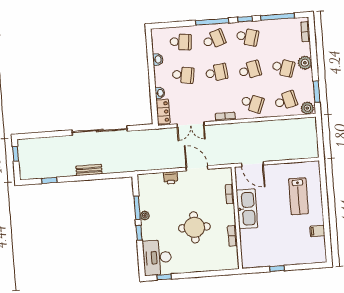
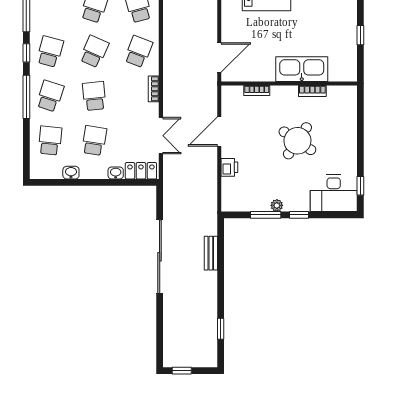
school desk: (214, 39) -> (50, 96), turned 36
school desk: (250, 70) -> (94, 52), turned 36
bench: (89, 170) -> (211, 253), moved
kitchen sink: (247, 209) -> (302, 69), moved
round table: (194, 227) -> (297, 141), turned 34

